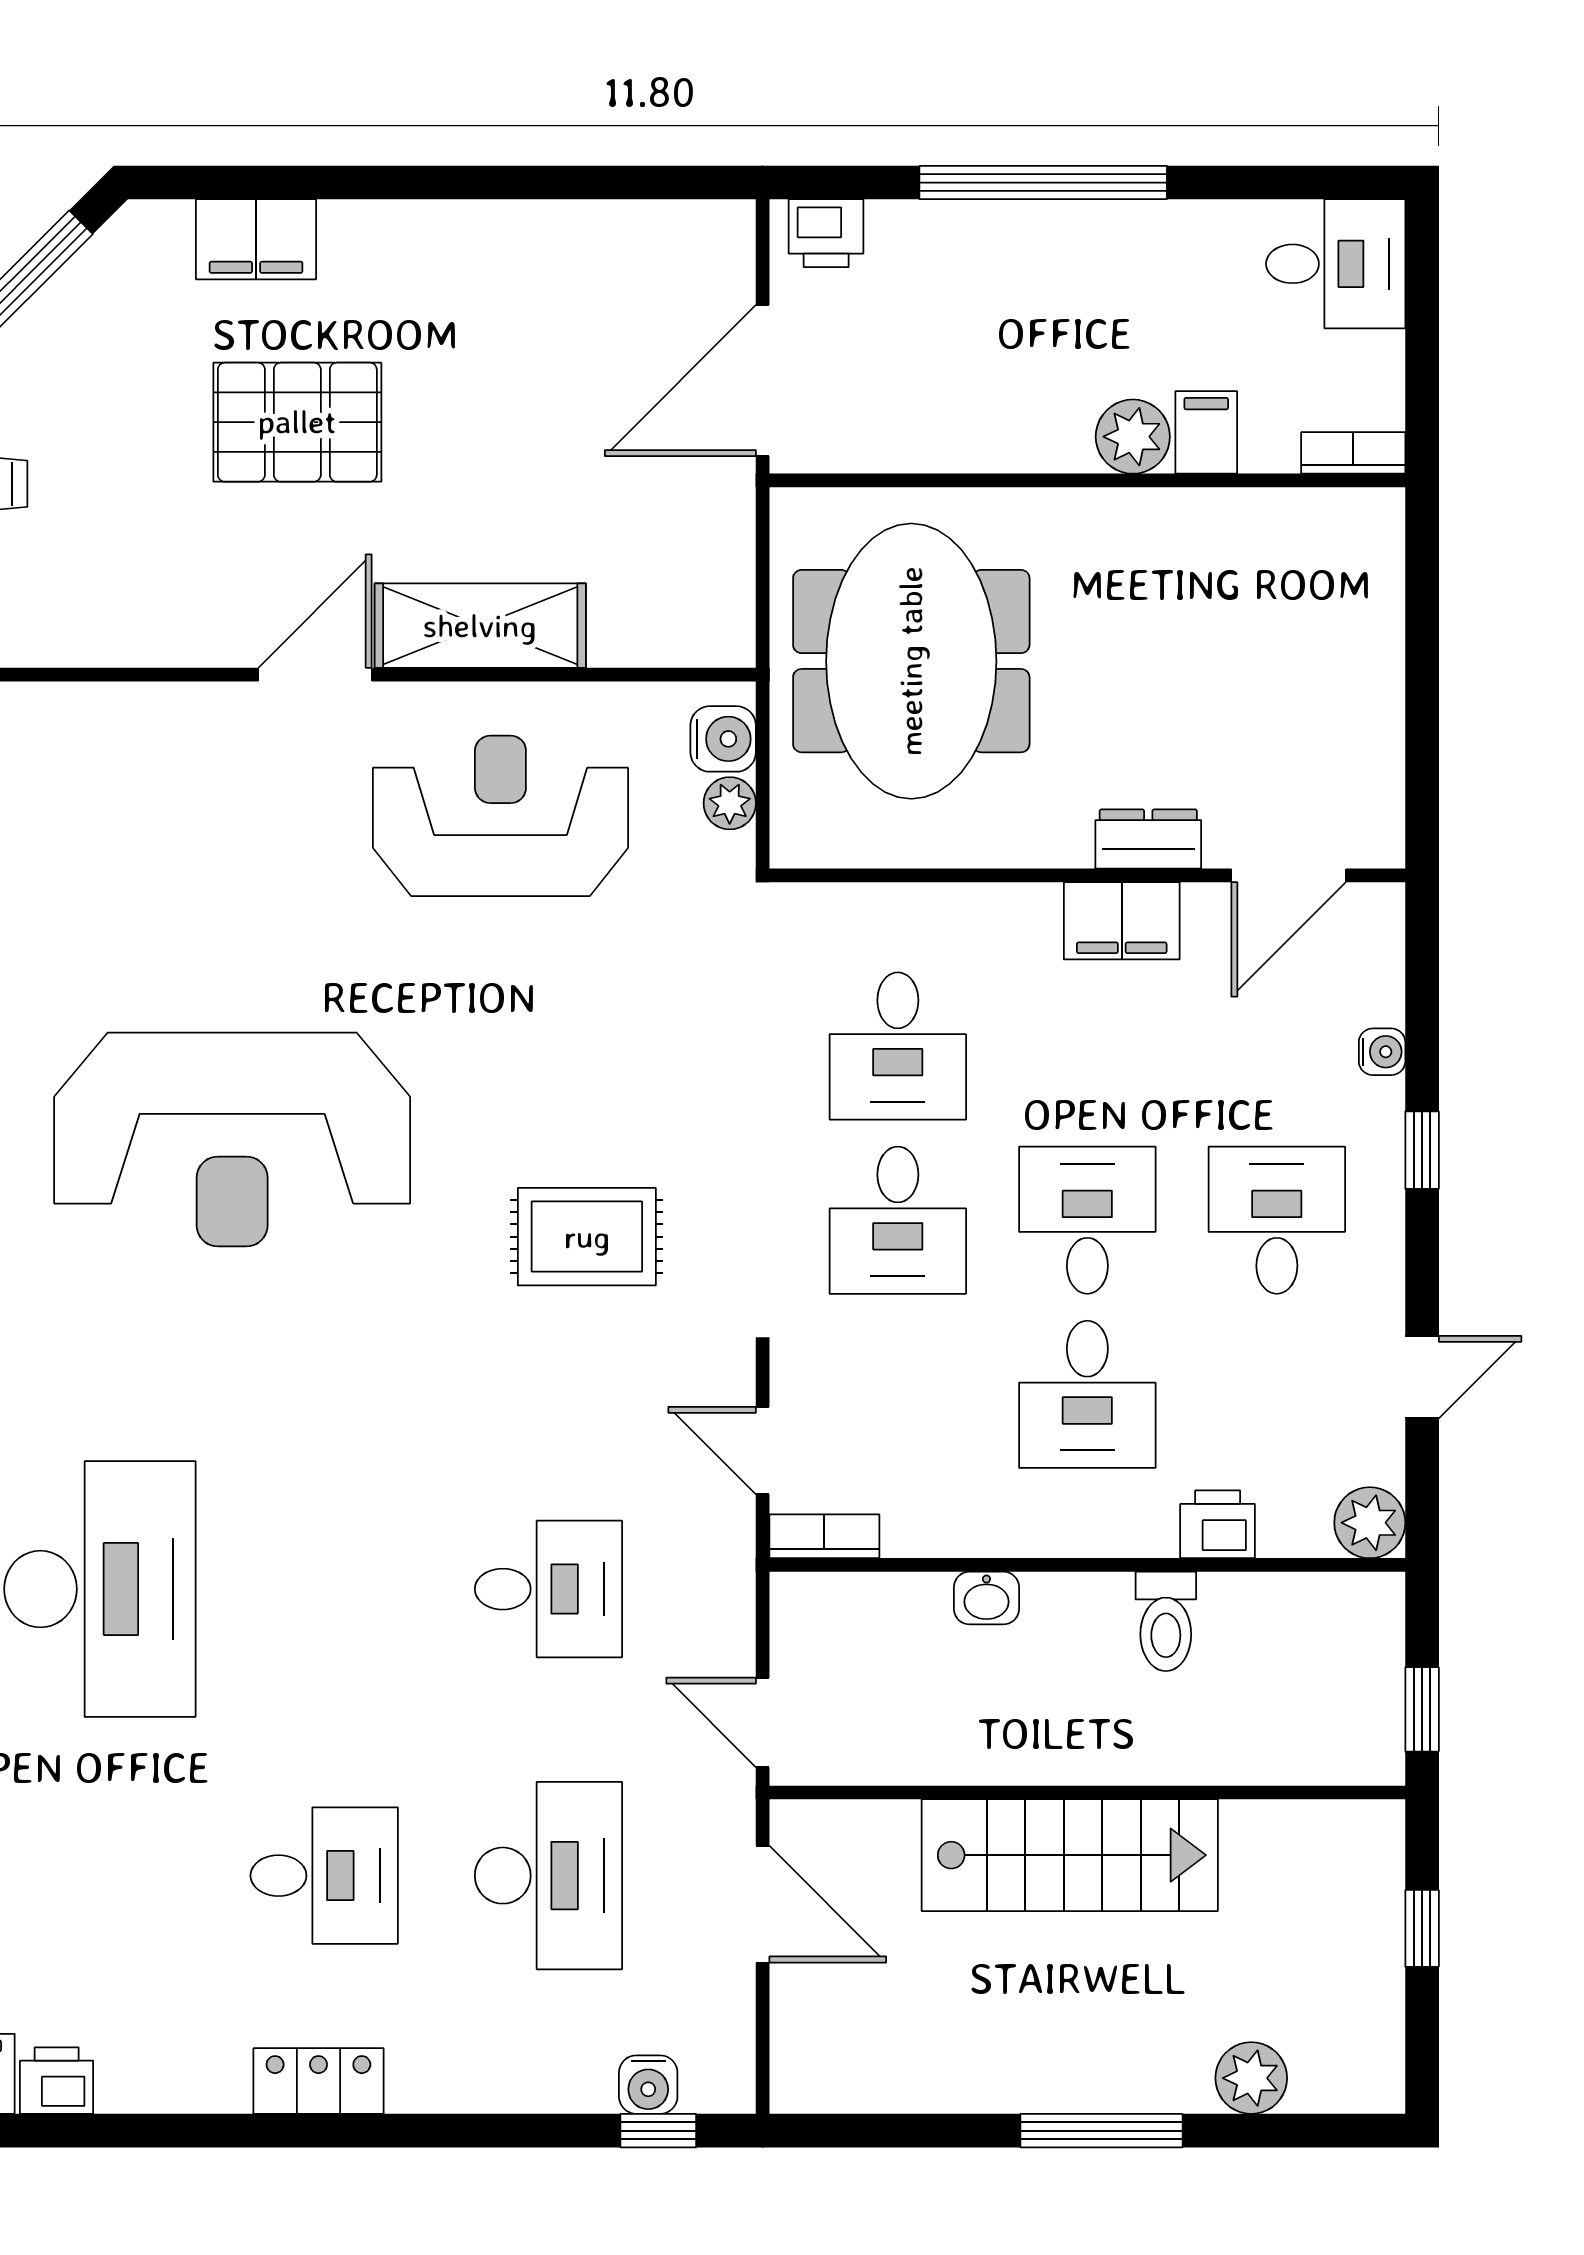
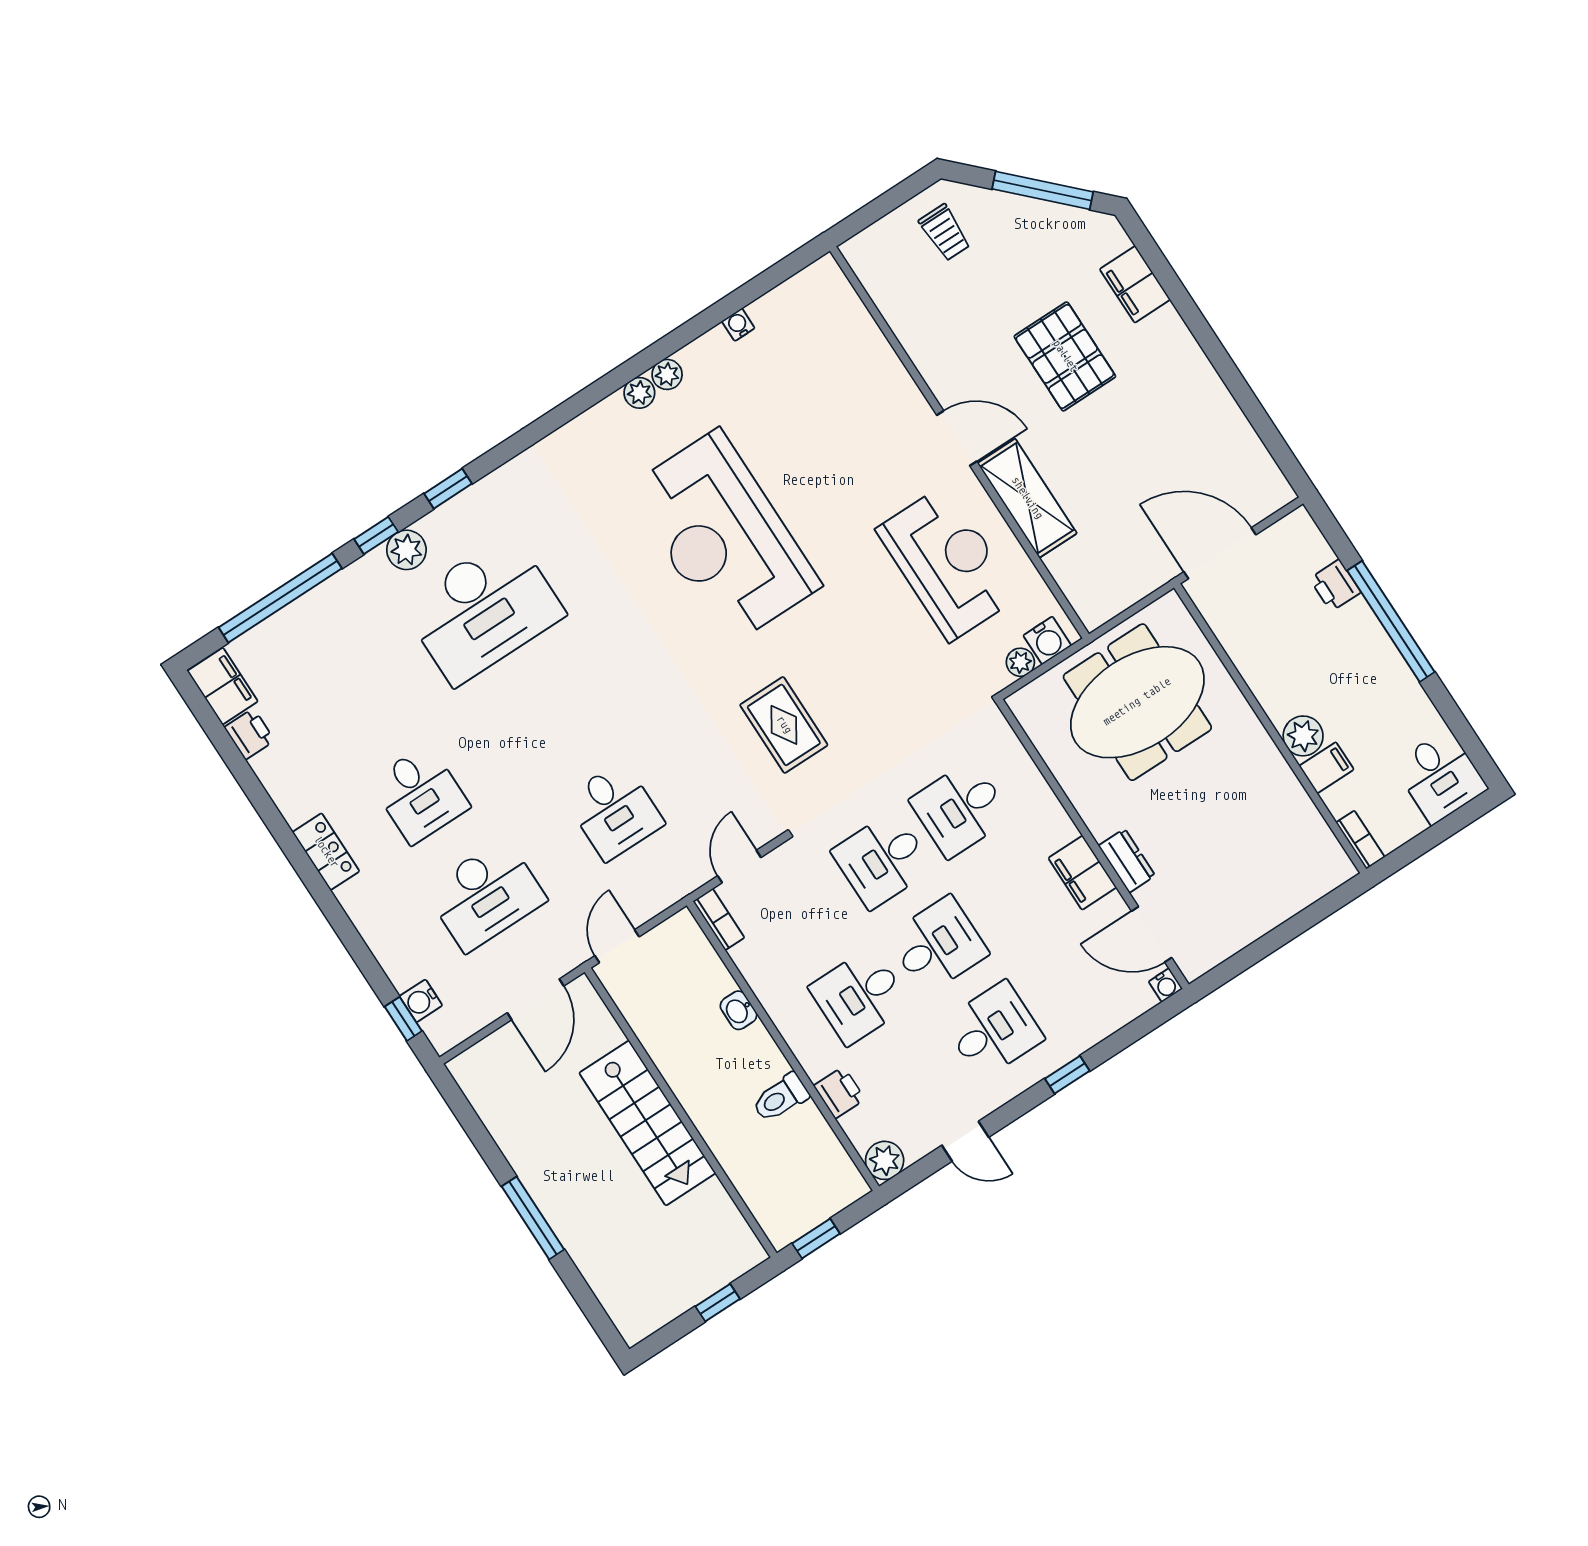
printer: (826, 233) -> (1335, 585), moved
water cooler: (1382, 1052) -> (1166, 985), moved
plant: (1251, 2078) -> (600, 1270), removed

